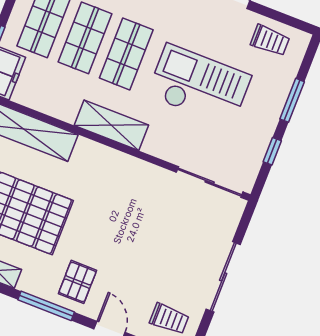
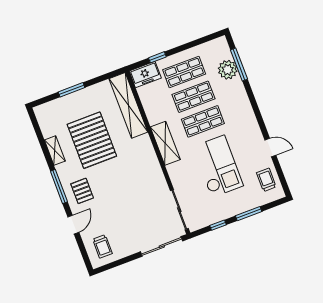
trolley: (270, 40) -> (266, 180), turned 180
sliding door: (223, 277) -> (162, 246), moved
pallet: (77, 282) -> (82, 191), turned 90

